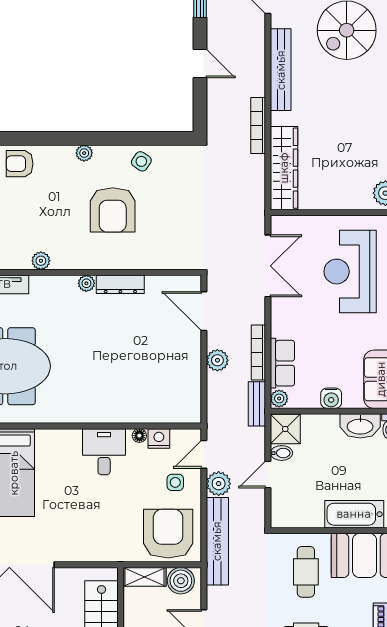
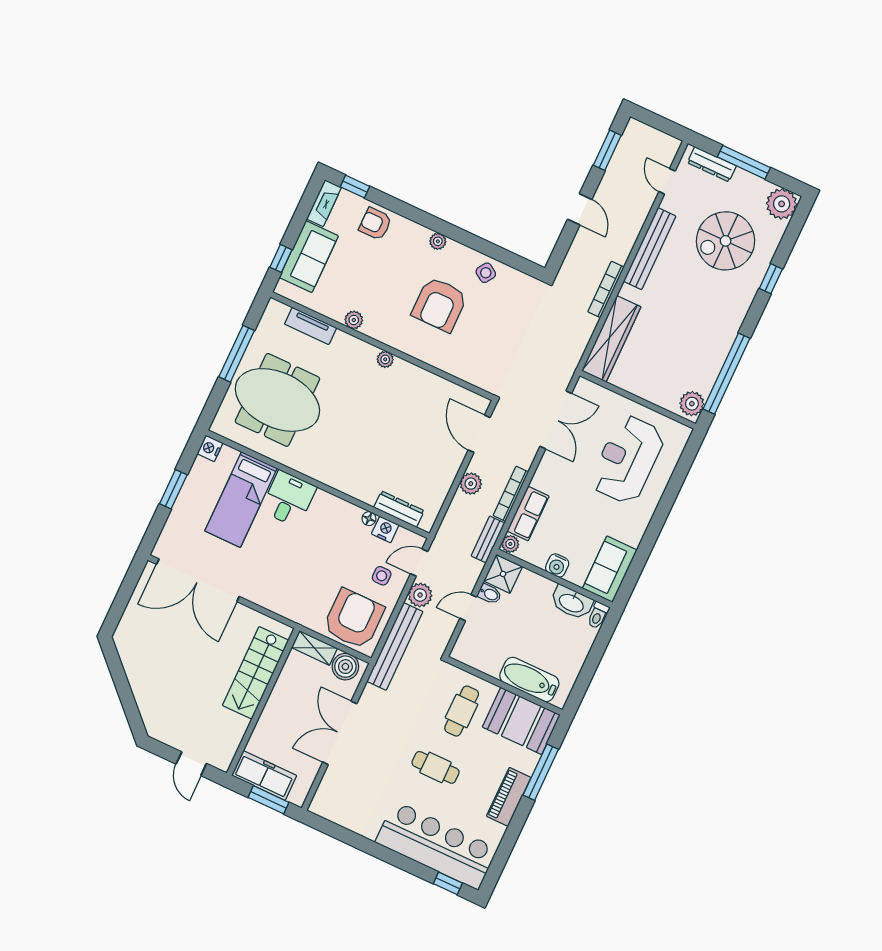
dresser: (120, 284) -> (399, 509), moved, turned 180
desk: (104, 452) -> (288, 499), moved

